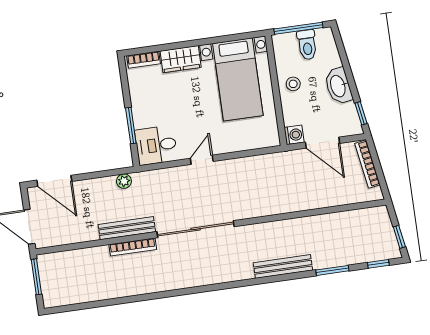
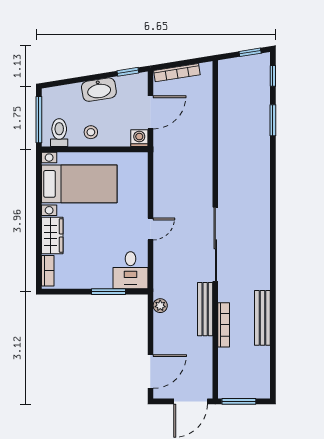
toilet: (307, 45) -> (59, 133), moved, turned -90
door: (202, 160) -> (150, 229), swing flipped
bookcase: (133, 247) -> (224, 325), moved
bench: (283, 266) -> (262, 318), moved

